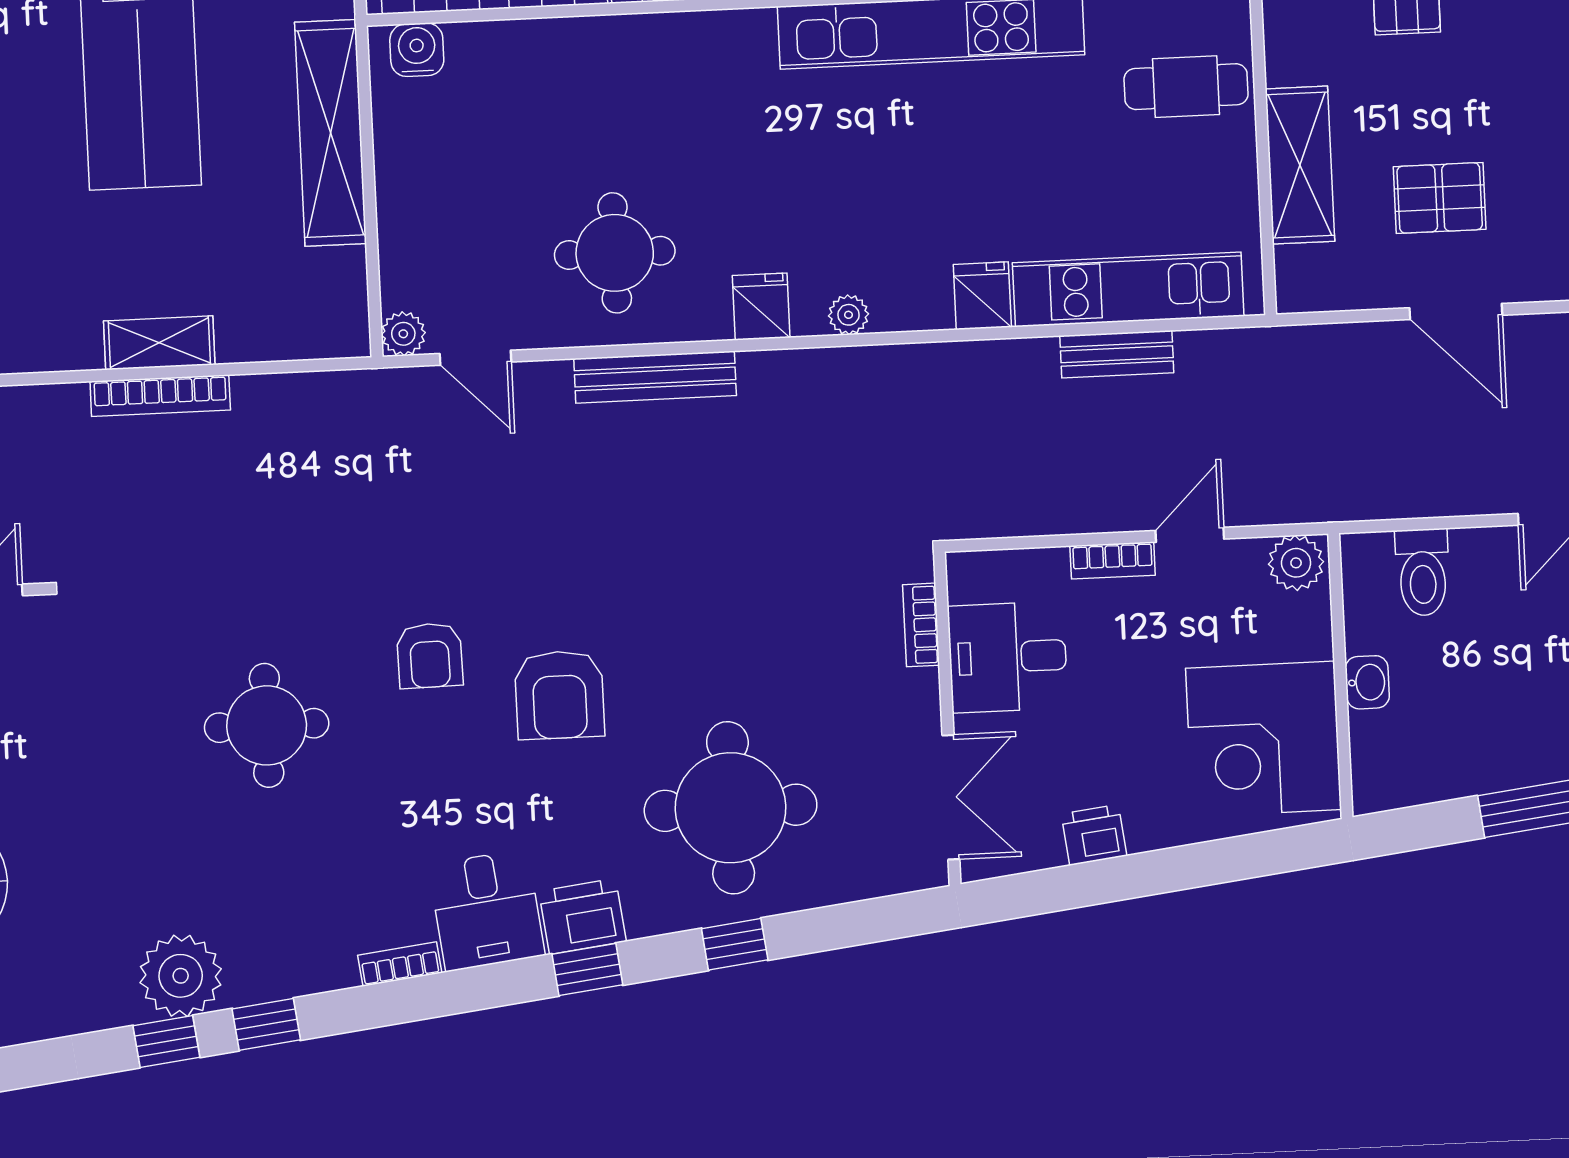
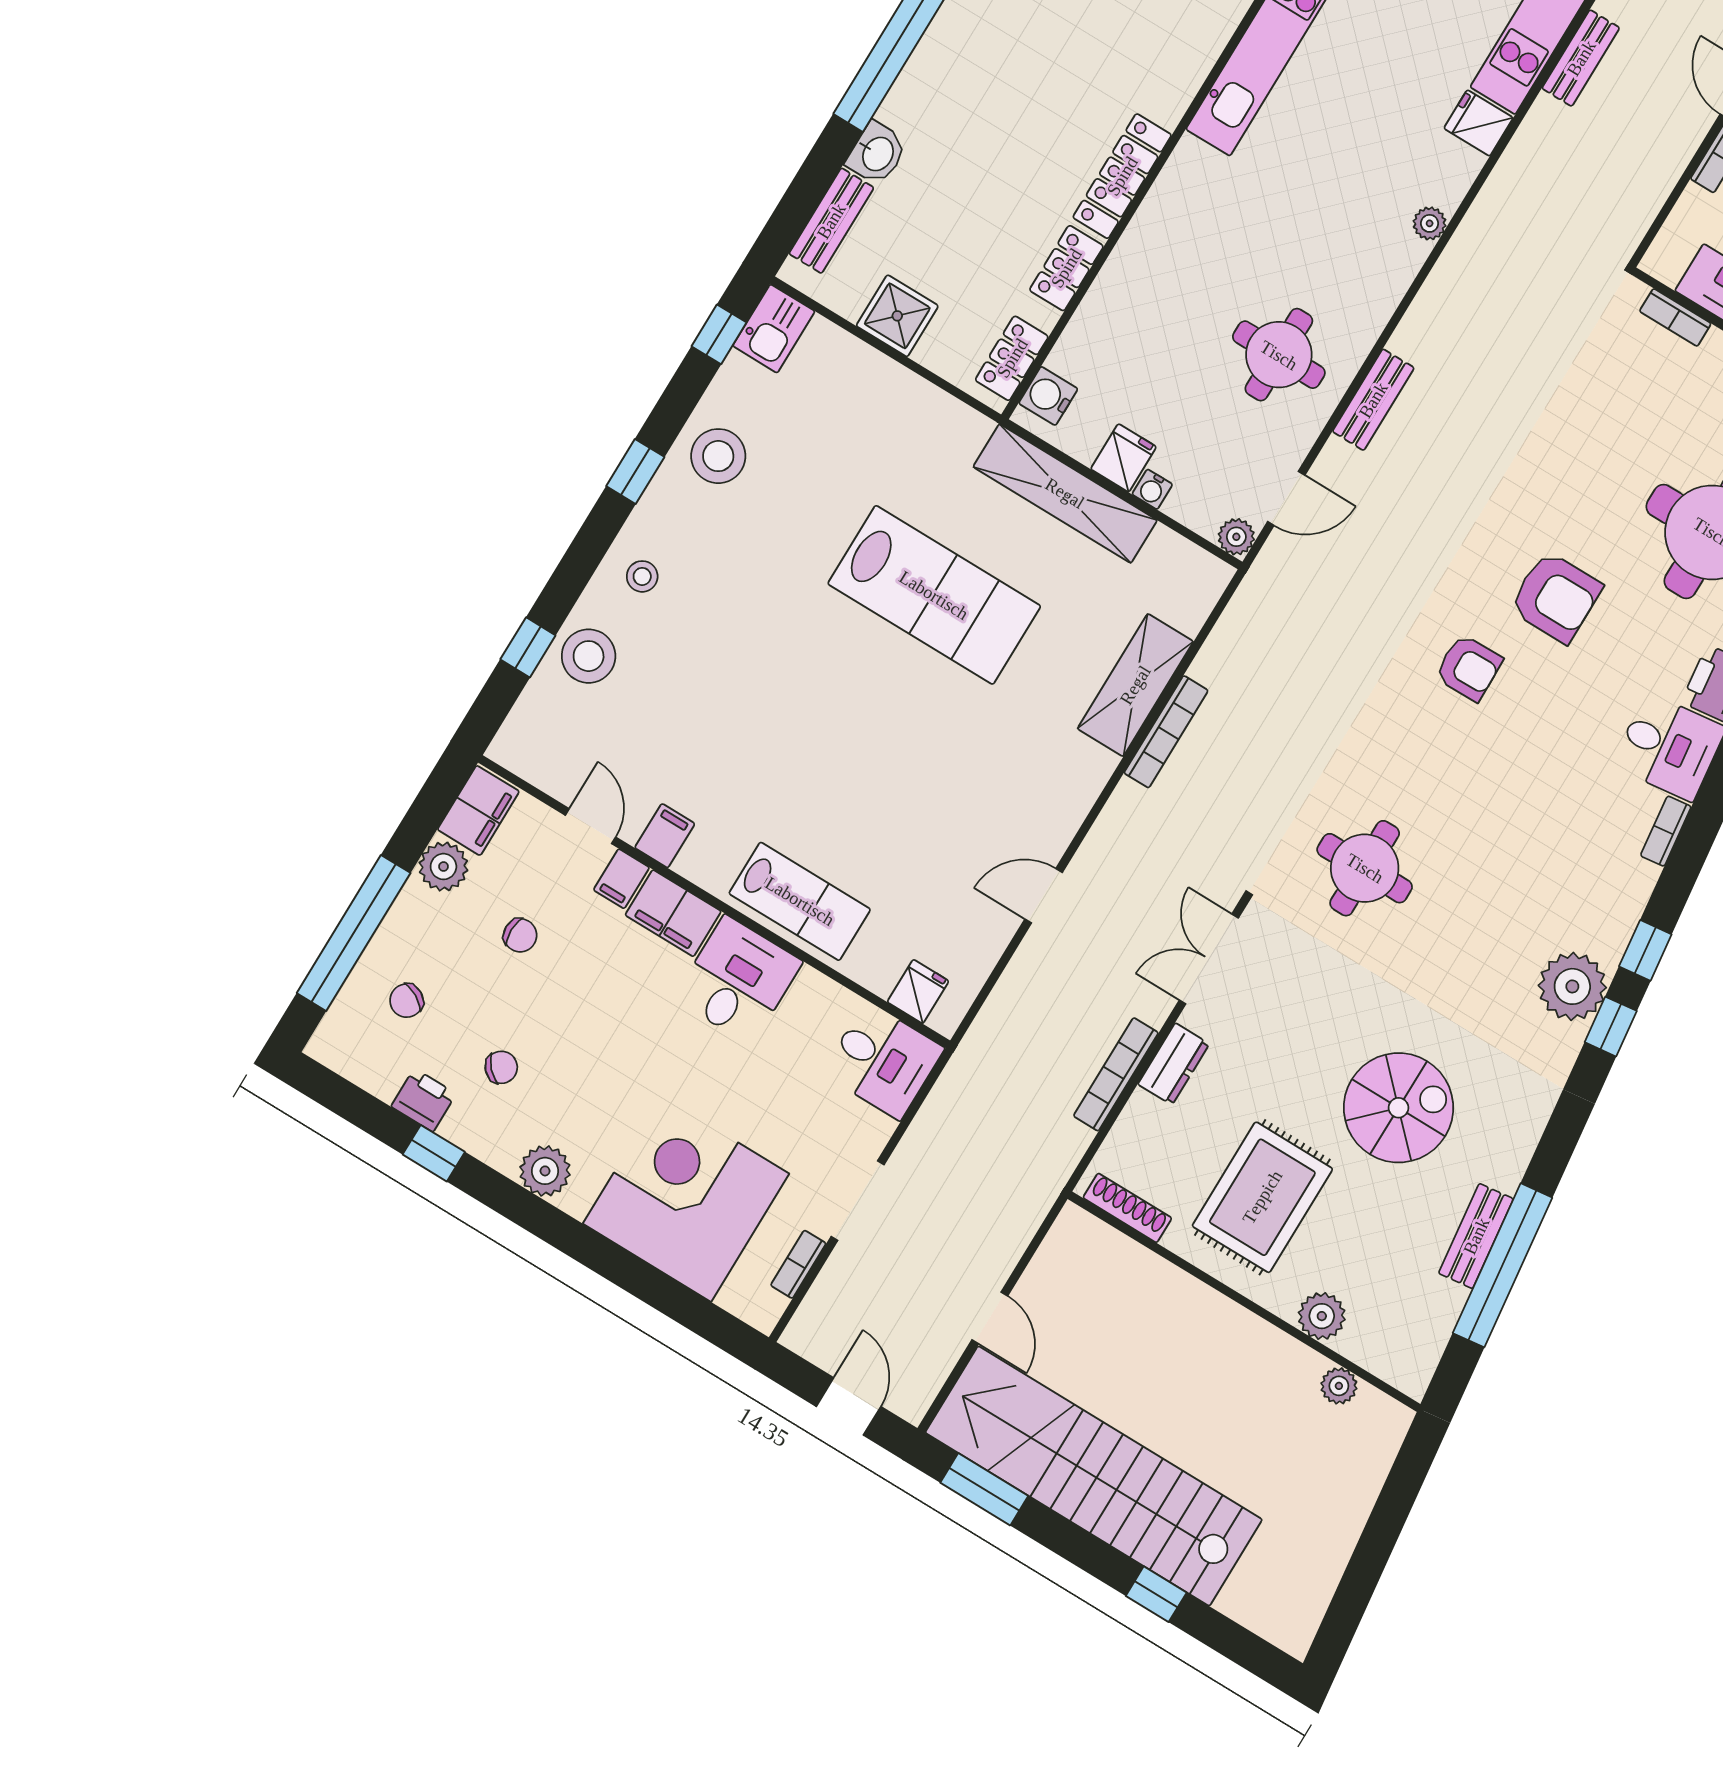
water cooler: (394, 217) -> (1152, 489), added
fridge: (761, 307) -> (1123, 458), moved, turned 90
shelving: (159, 343) -> (1135, 685), width x1.50, depth x1.33
bench: (655, 377) -> (1373, 400), width x0.73
round table: (267, 725) -> (1365, 868), moved

